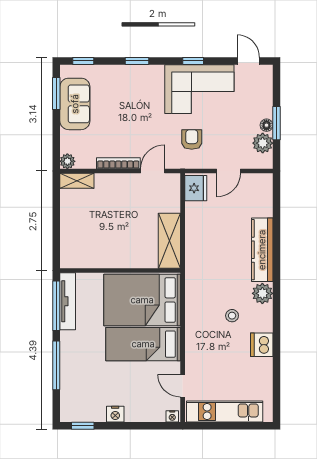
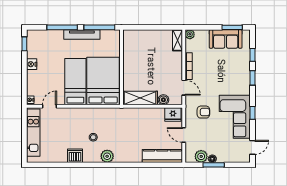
window: (83, 61) -> (252, 55), moved
boiler: (172, 203) -> (163, 100), added
kitchen counter: (262, 250) -> (162, 156), moved
tv unit: (68, 301) -> (82, 34), moved

